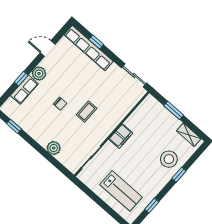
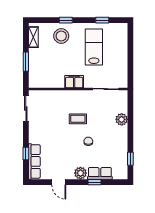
row of seats: (89, 48) -> (34, 161), width x0.73
lab bench: (121, 191) -> (94, 47), moved

